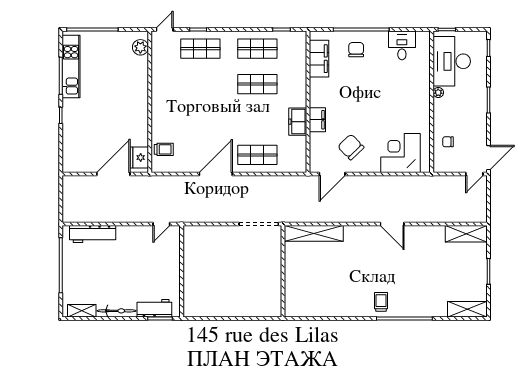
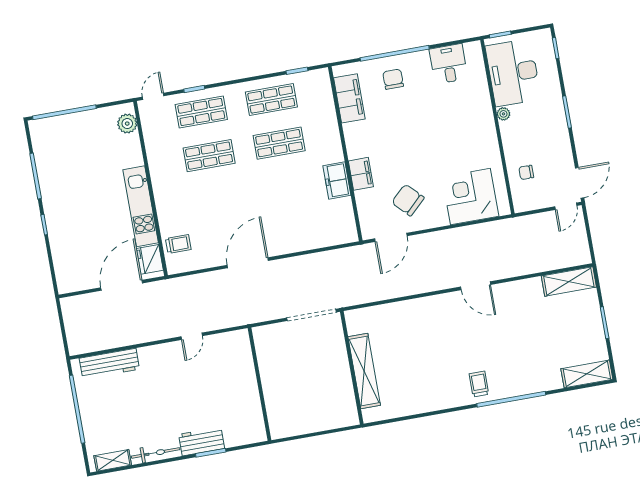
kitchen unit: (71, 67) -> (141, 206), moved, turned 180
shop shelf: (257, 155) -> (209, 156), moved
shelving: (314, 233) -> (364, 371), moved, turned 90
wall: (182, 271) -> (259, 384), moved

